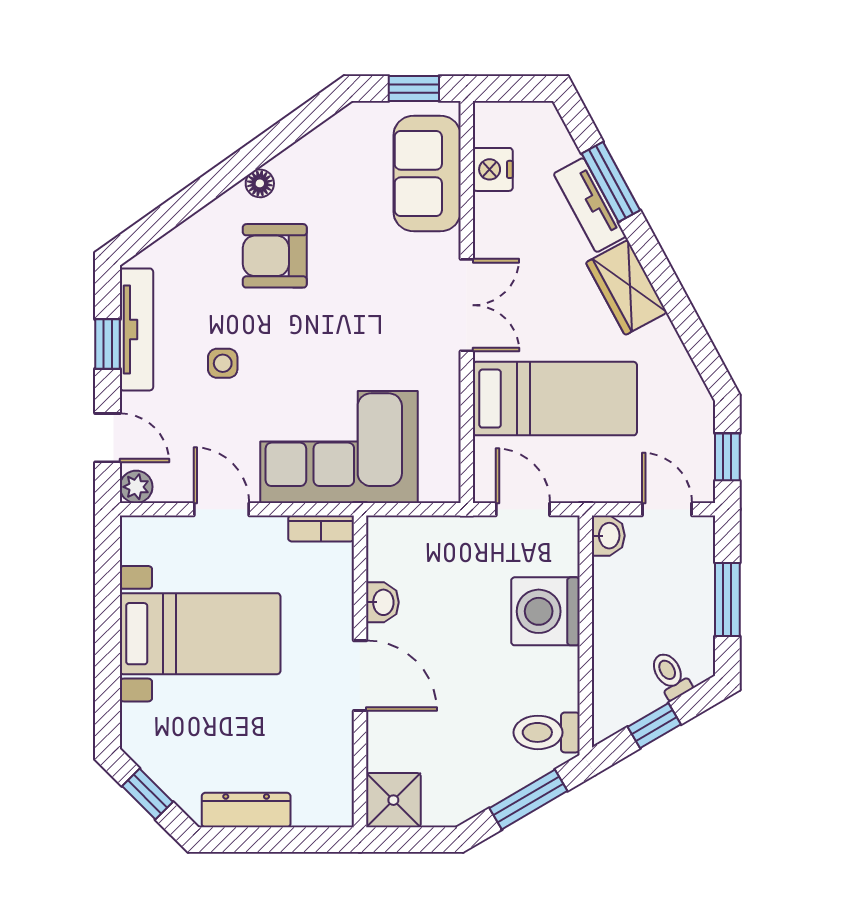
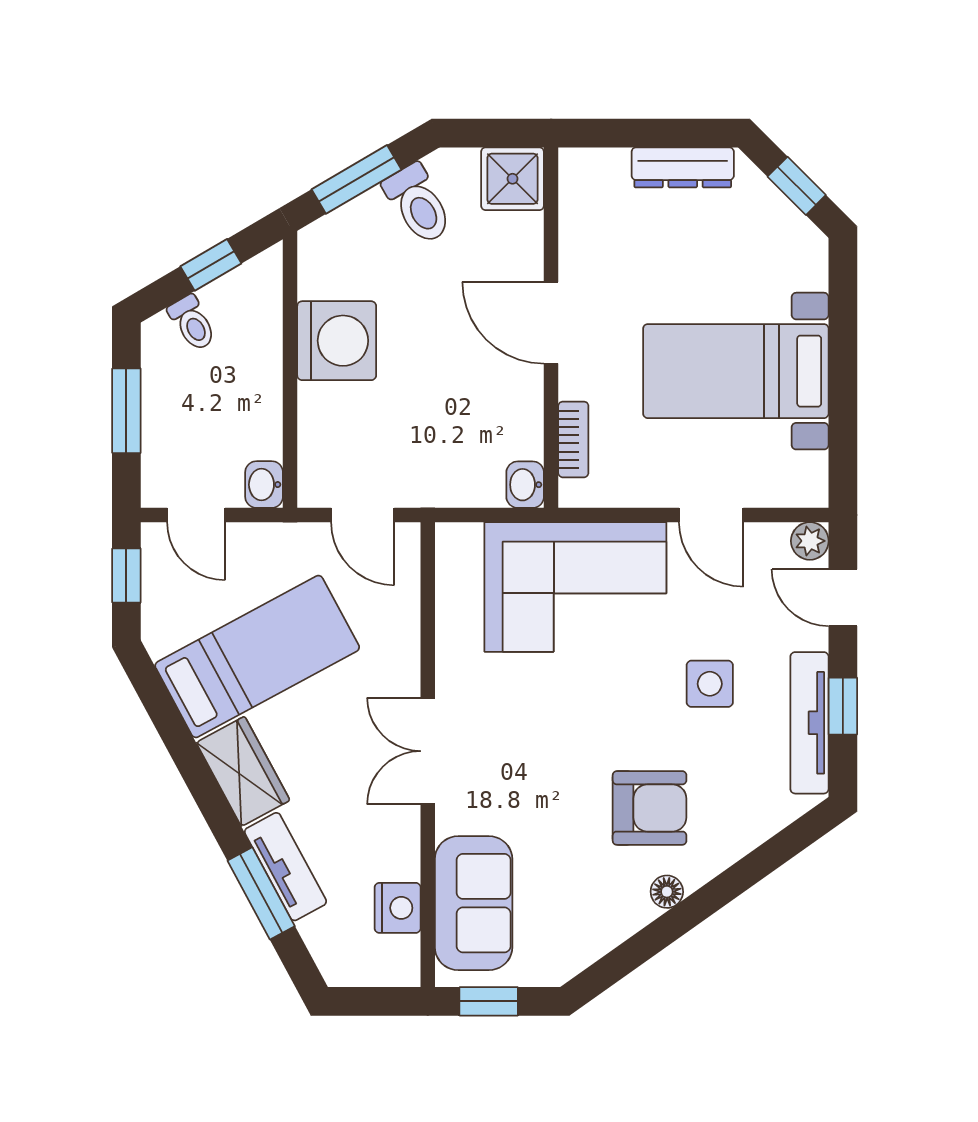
side table: (223, 363) -> (710, 684), width x1.37, depth x1.37
bed: (555, 399) -> (257, 656), moved, turned 152
bookcase: (321, 528) -> (573, 439), moved, turned 90
washbasin: (382, 602) -> (525, 485), moved
washing machine: (545, 611) -> (337, 341), moved
toilet: (547, 732) -> (418, 204), moved, turned 60

